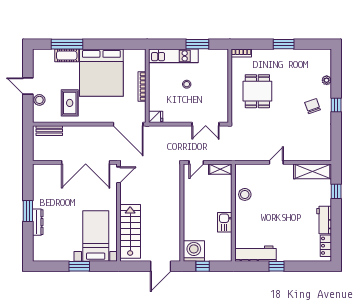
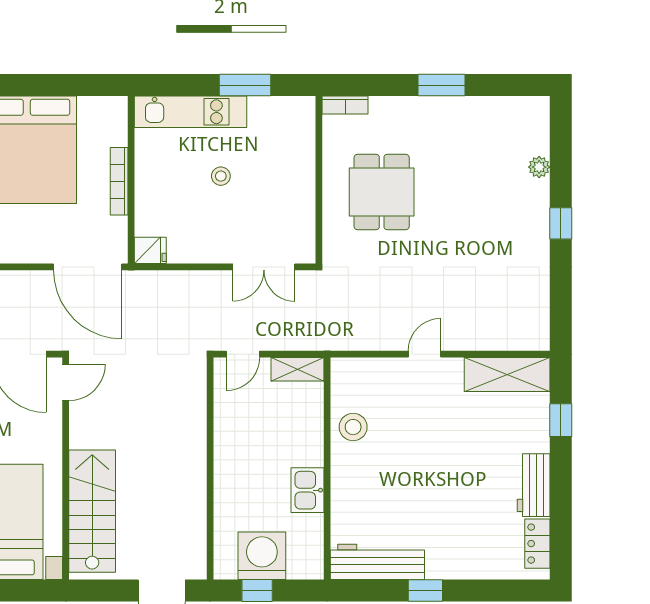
chair: (313, 106) -> (507, 226), removed
washing machine: (194, 251) -> (262, 556), moved

